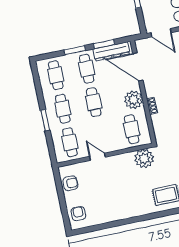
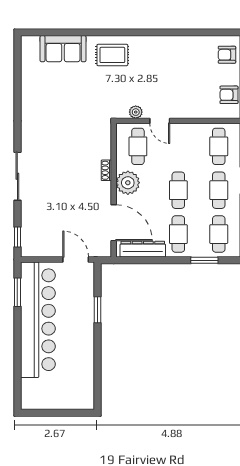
window: (104, 44) -> (150, 260), removed
window: (75, 50) -> (204, 260), moved
door: (97, 157) -> (160, 121), moved
plant: (144, 159) -> (136, 112), width x0.53, depth x0.53
armchair: (78, 214) -> (227, 55), turned 90

